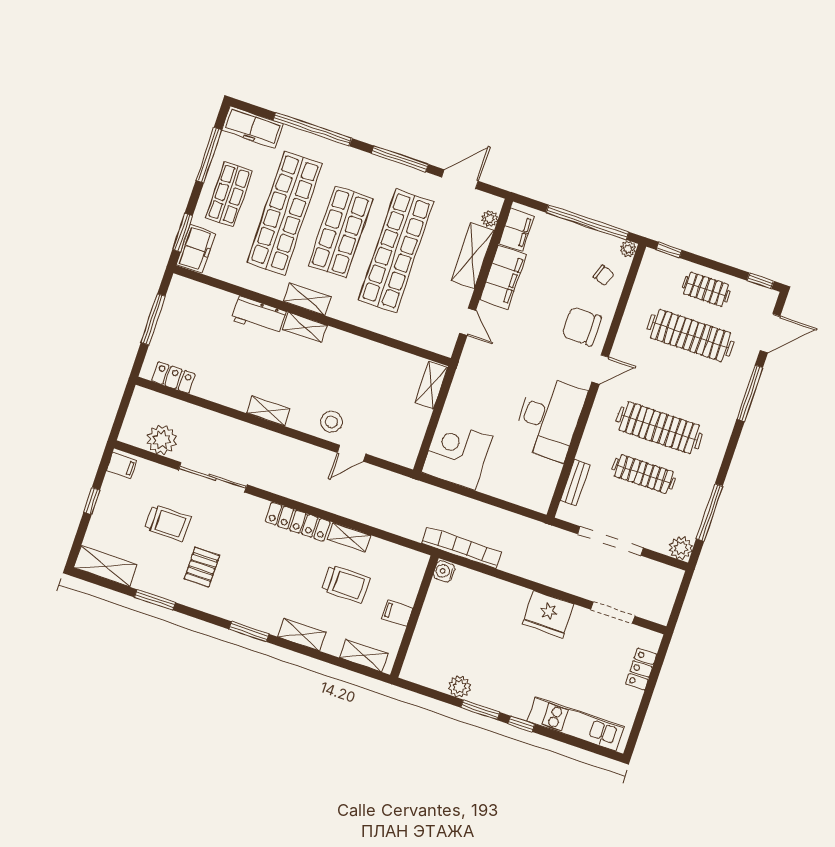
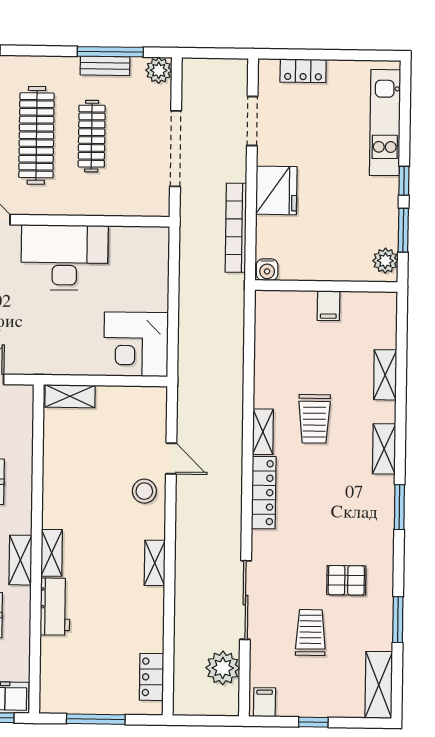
bench: (575, 483) -> (105, 66), moved
bookcase: (462, 548) -> (236, 228), moved
water cooler: (444, 571) -> (267, 270), moved
trolley: (346, 584) -> (314, 419), turned 180
filing cabinet: (397, 613) -> (328, 306), moved
wall: (414, 617) -> (326, 286), moved

